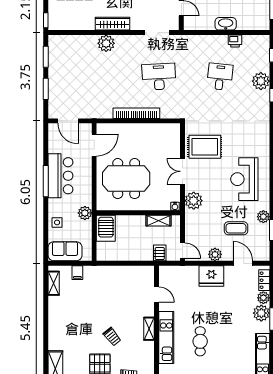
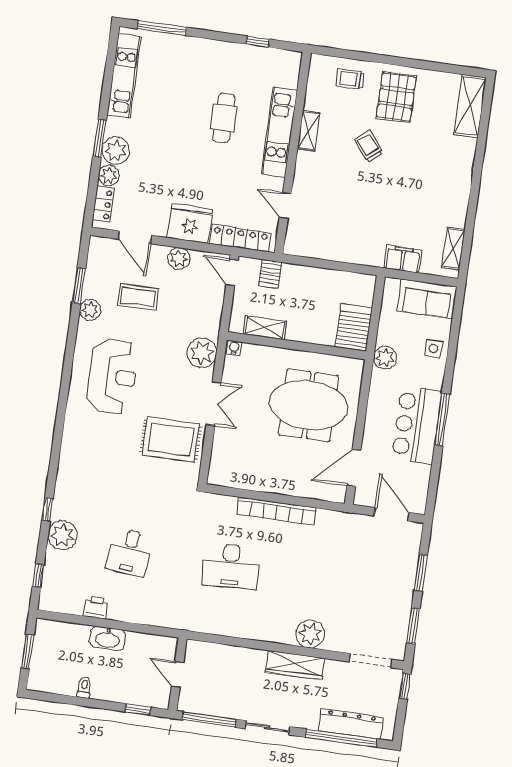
doorway: (157, 33) -> (371, 661), moved
locker: (180, 272) -> (240, 238), added
filing cabinet: (77, 273) -> (403, 259), width x2.00
shelving: (149, 329) -> (309, 131), moved

